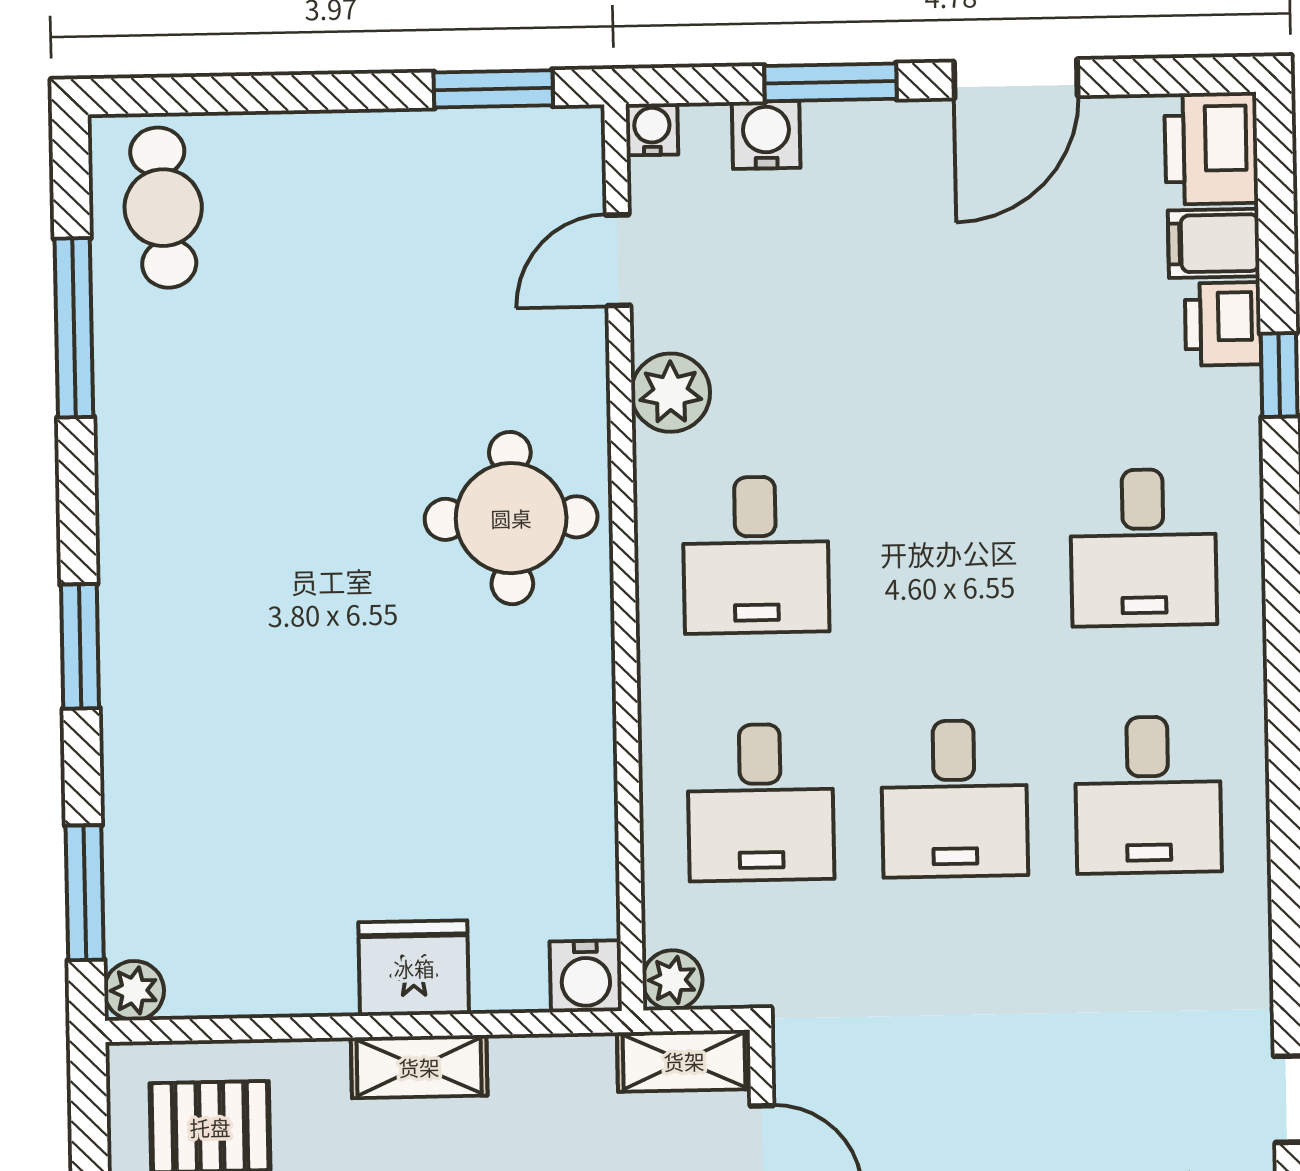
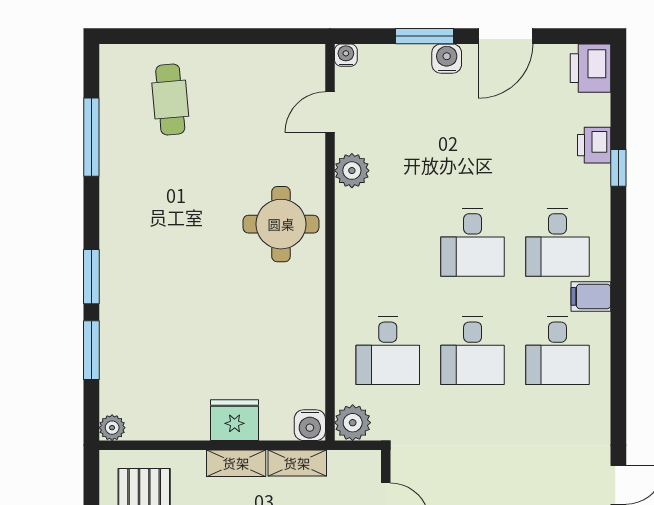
window: (493, 89) -> (277, 36), removed
water cooler: (766, 135) -> (447, 59), moved
cafe table: (163, 208) -> (170, 100), moved
filing cabinet: (1214, 243) -> (591, 296), moved
desk: (756, 555) -> (473, 242), moved
window: (85, 893) -> (91, 350), moved
plant: (672, 980) -> (353, 423), width x1.38, depth x1.38
shelving: (684, 1061) -> (297, 463), moved

